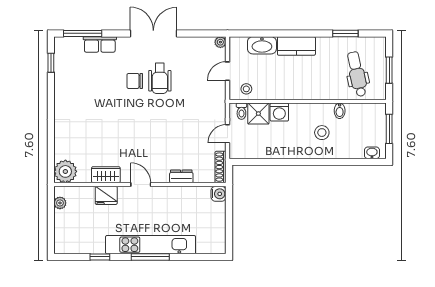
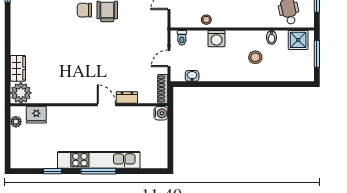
stool: (246, 89) -> (206, 20), moved
shower: (258, 114) -> (298, 40), moved
washbasin: (372, 153) -> (192, 76), moved
wardrobe: (106, 175) -> (18, 68), moved, turned 90
door: (141, 185) -> (106, 105), moved
fridge: (106, 195) -> (36, 115), moved

